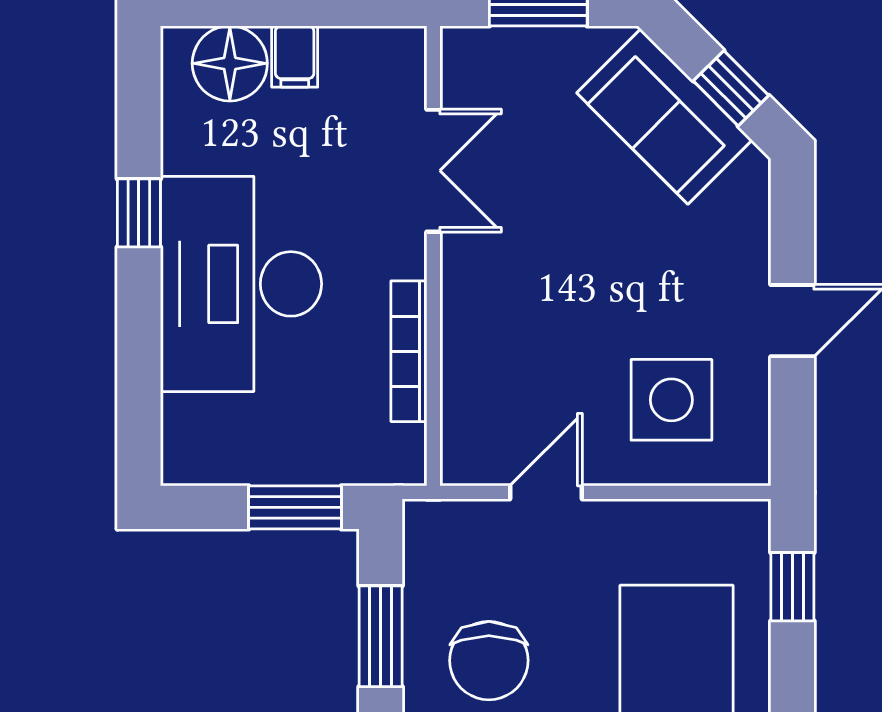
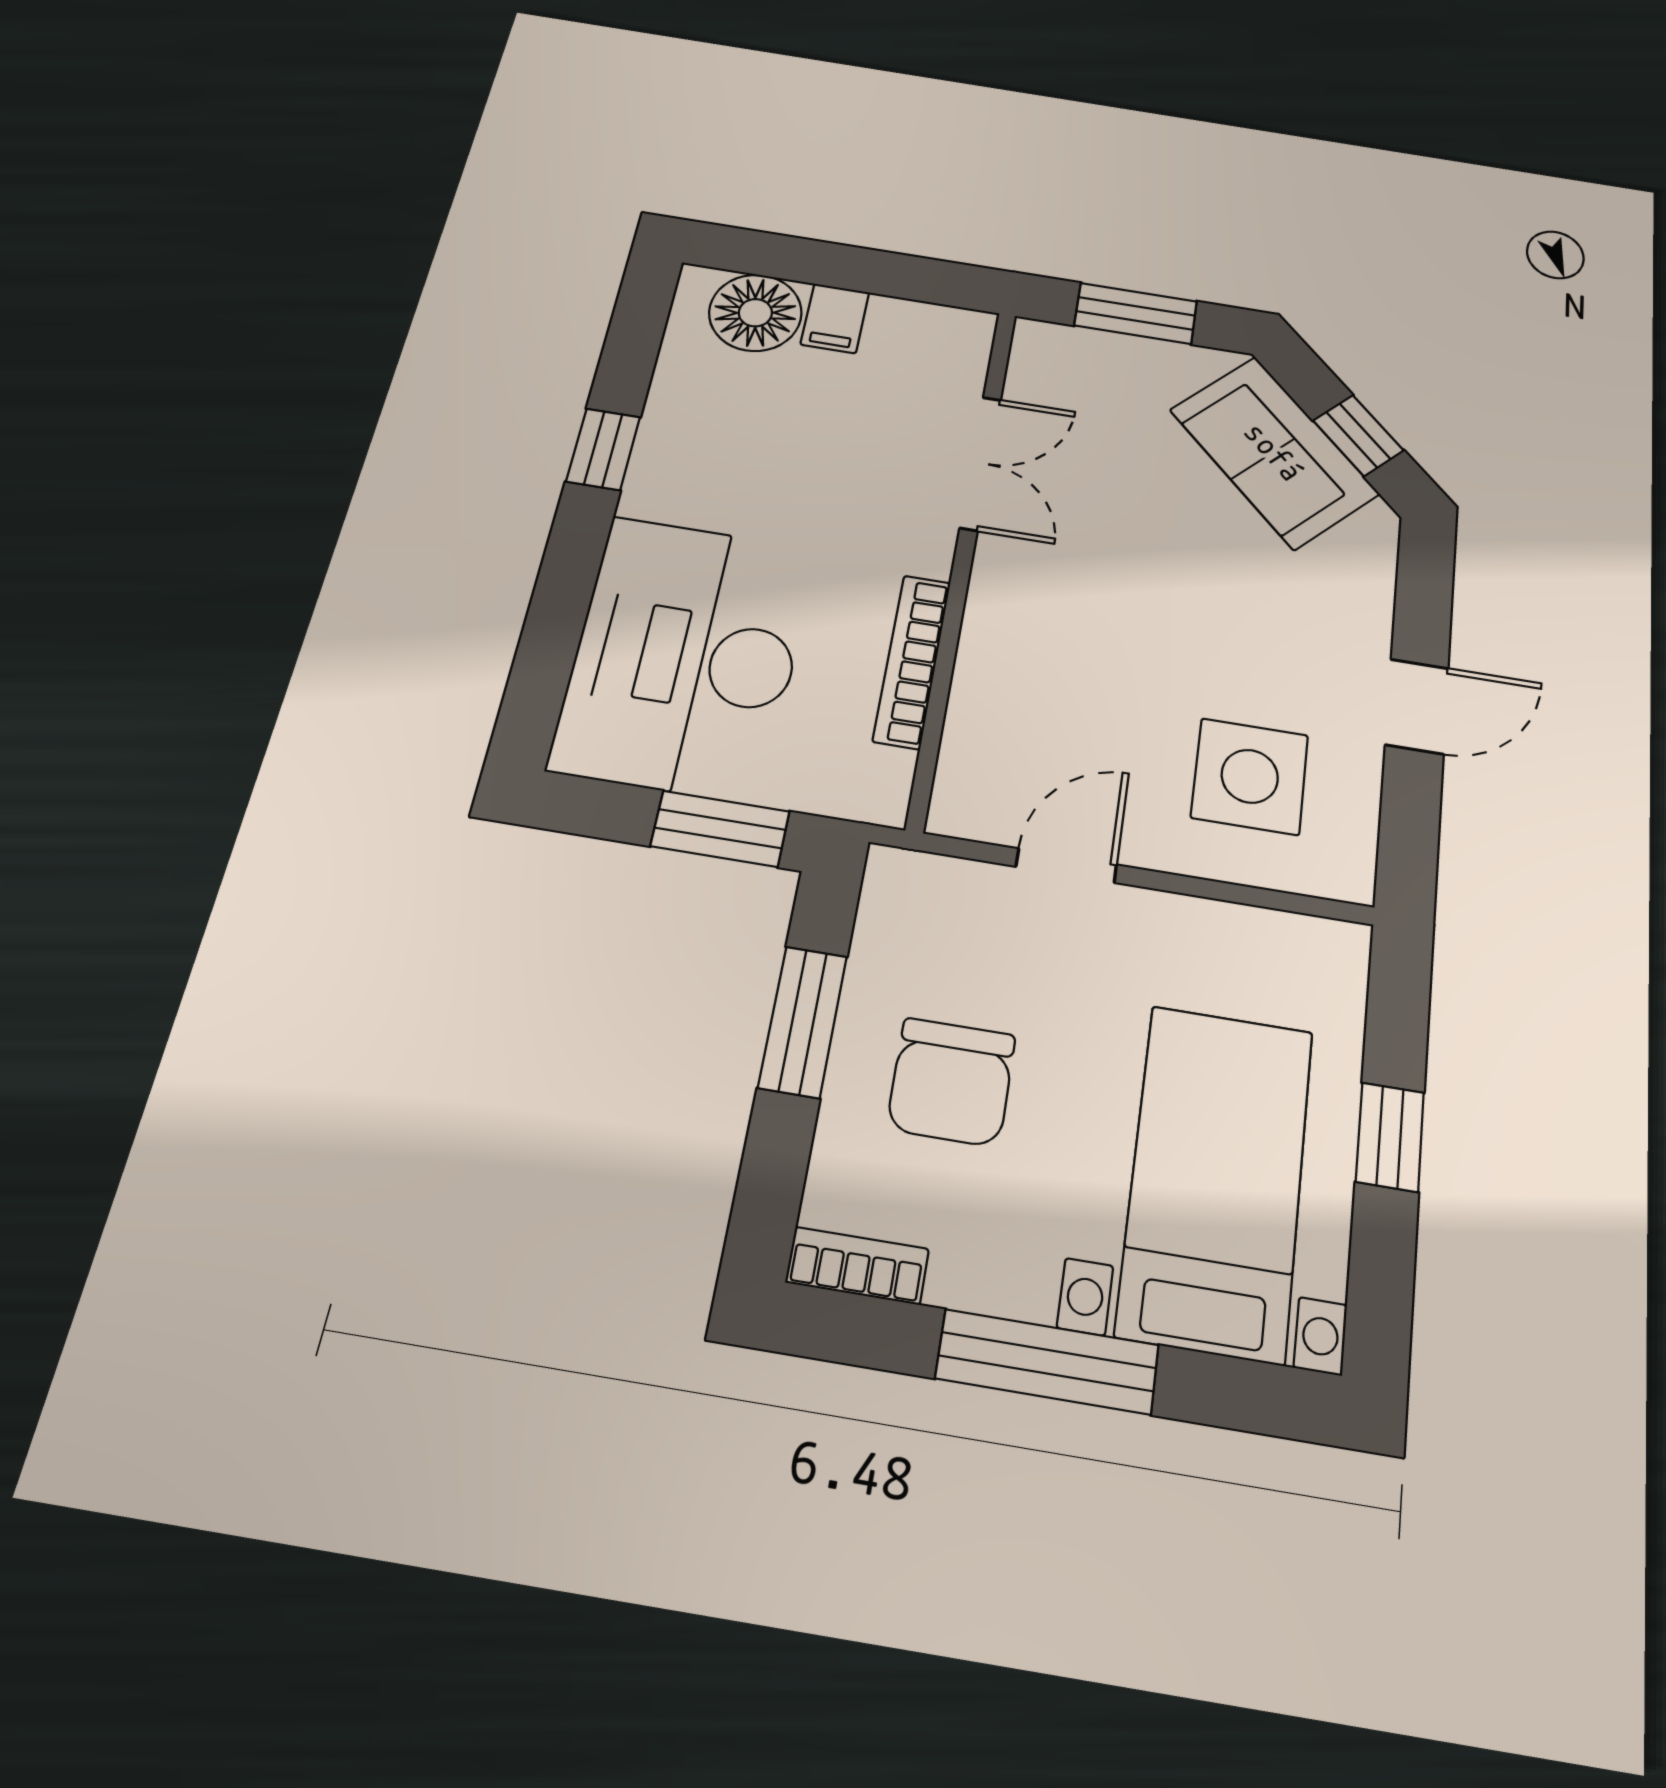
desk: (241, 284) -> (685, 657), moved
window: (792, 587) -> (1390, 1137), moved

